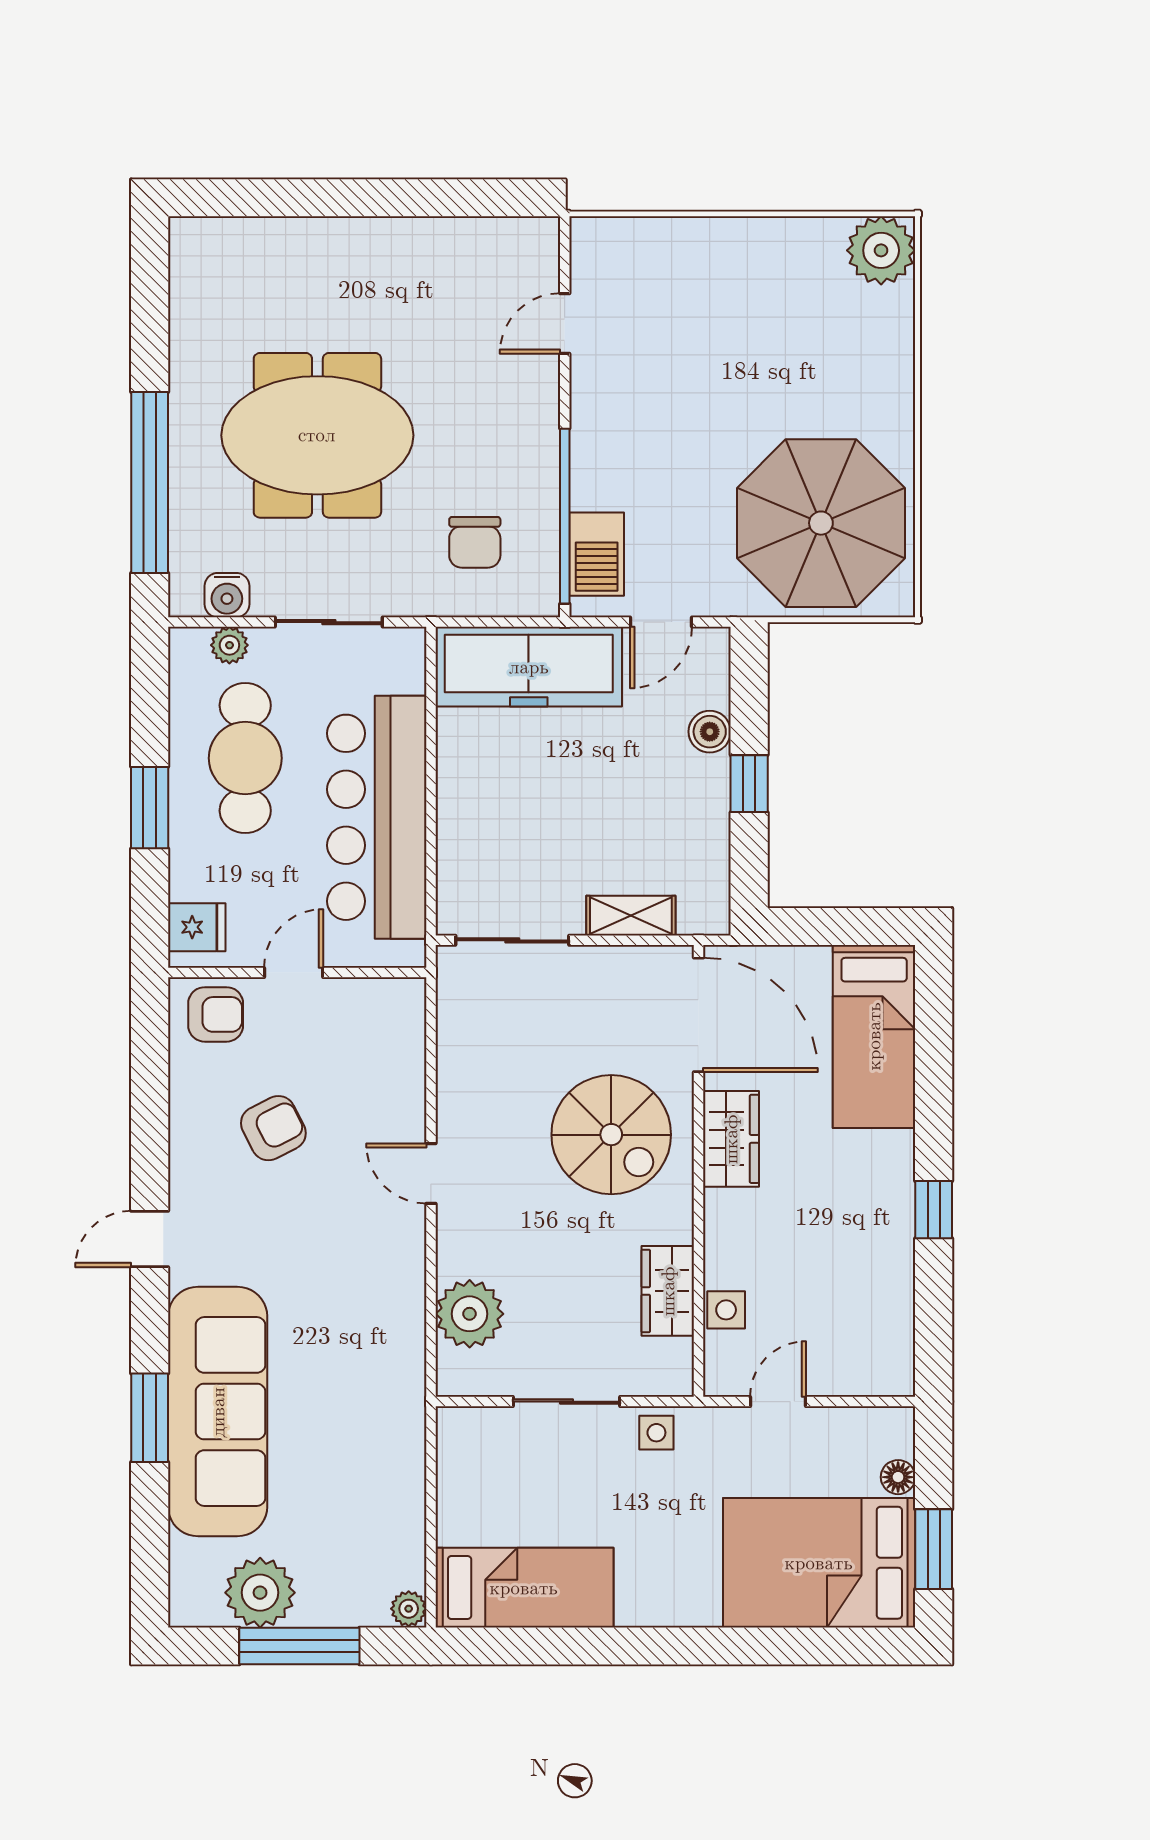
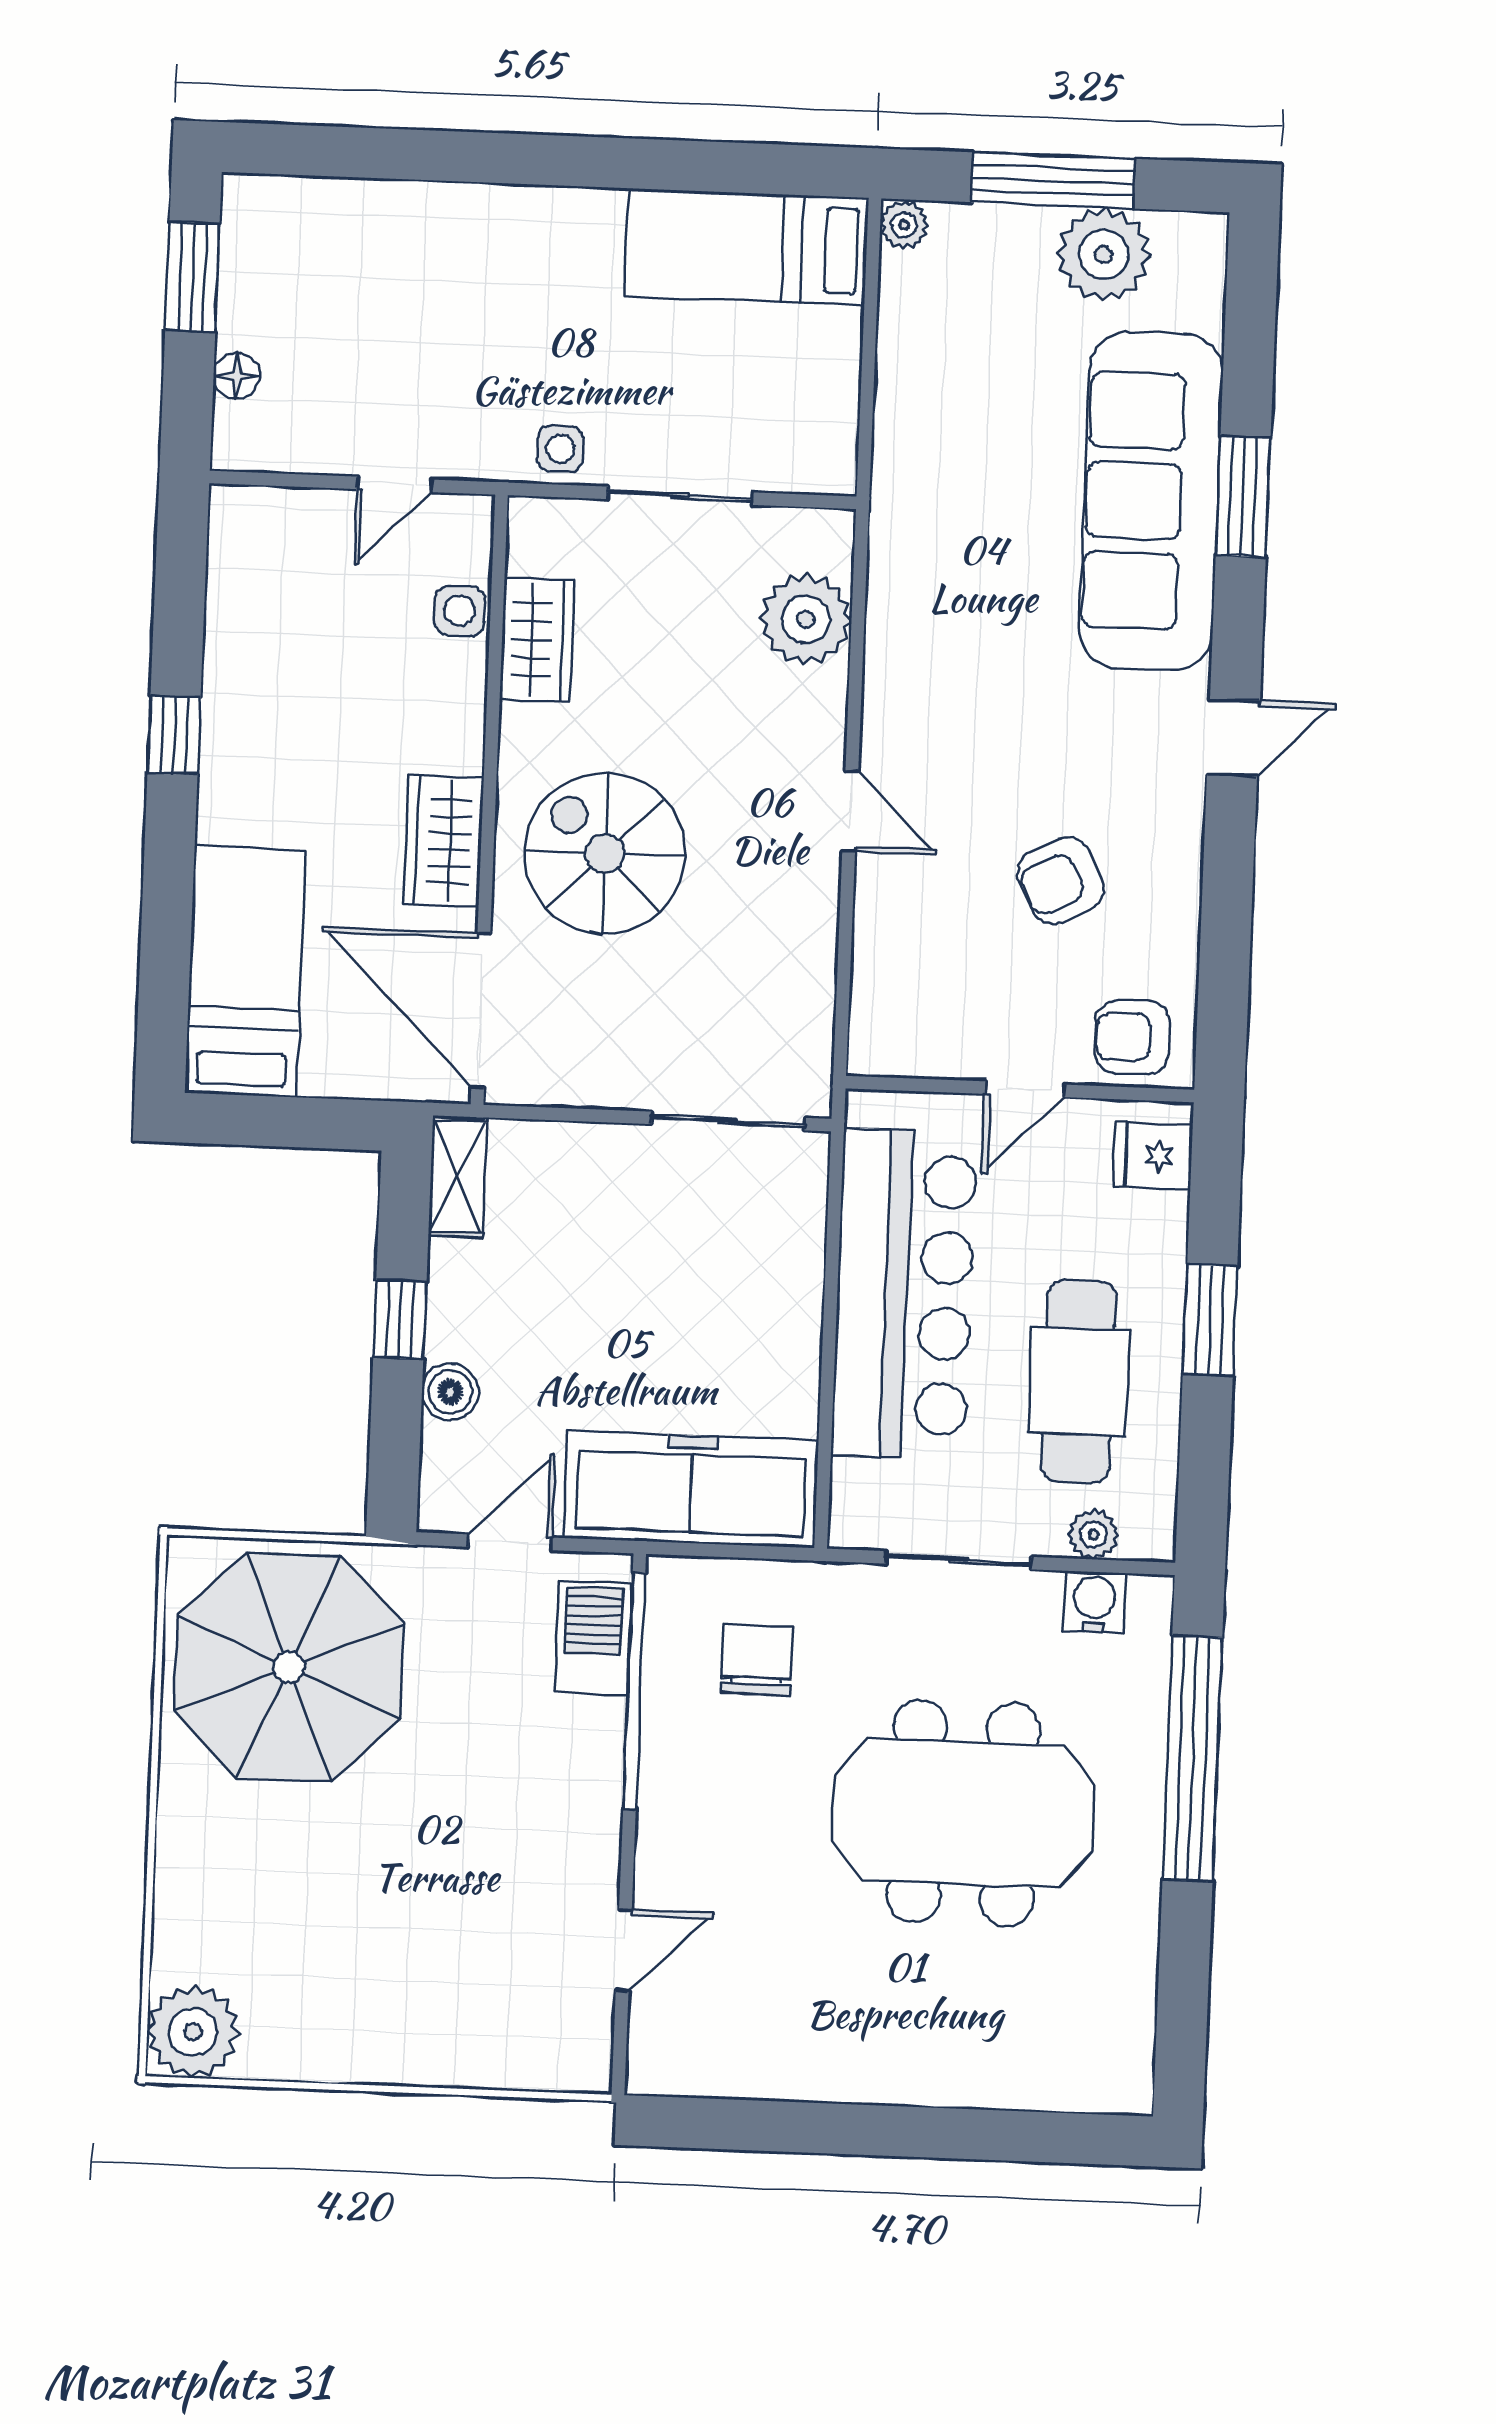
shelving: (631, 916) -> (458, 1177), moved, turned 90
bed: (819, 1563) -> (348, 265), removed

